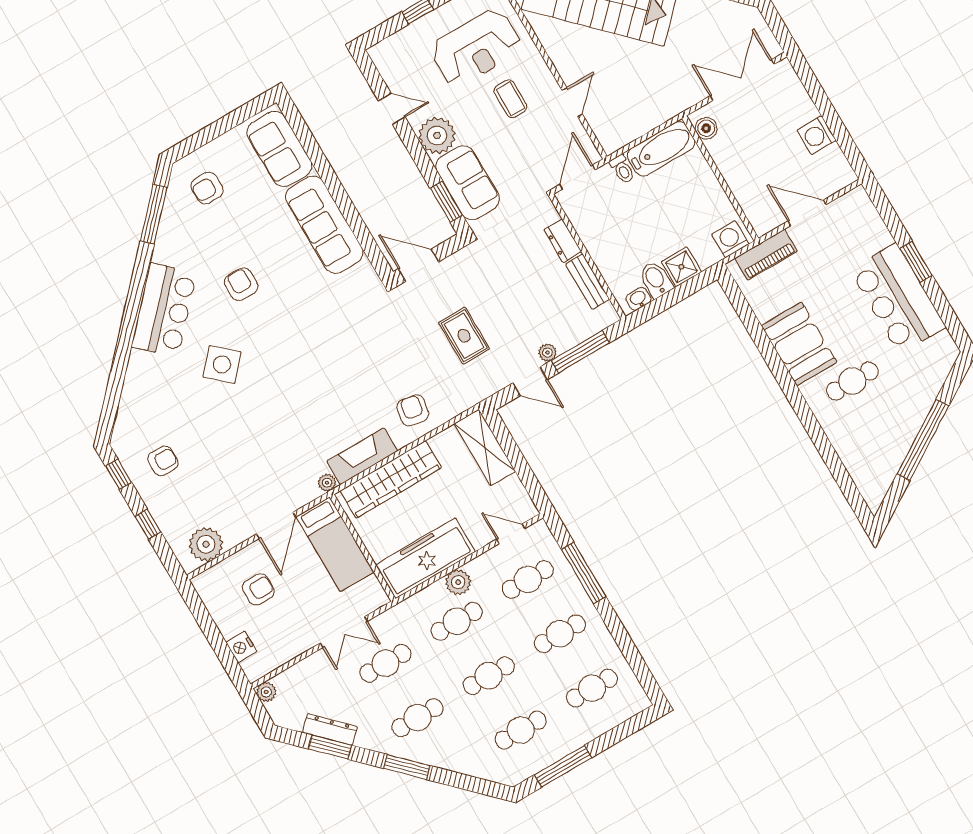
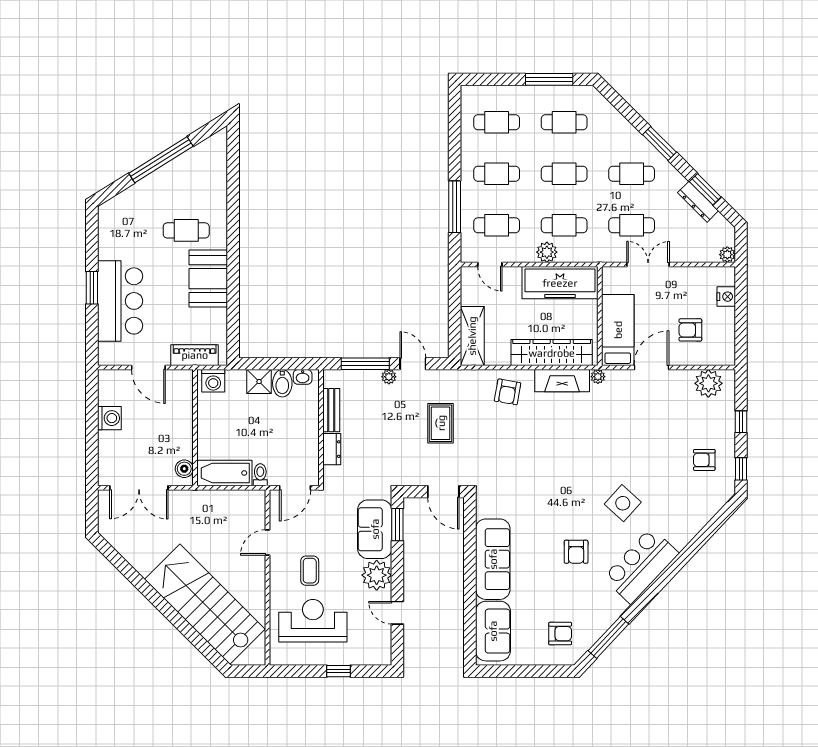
bar counter: (898, 299) -> (120, 301), moved

